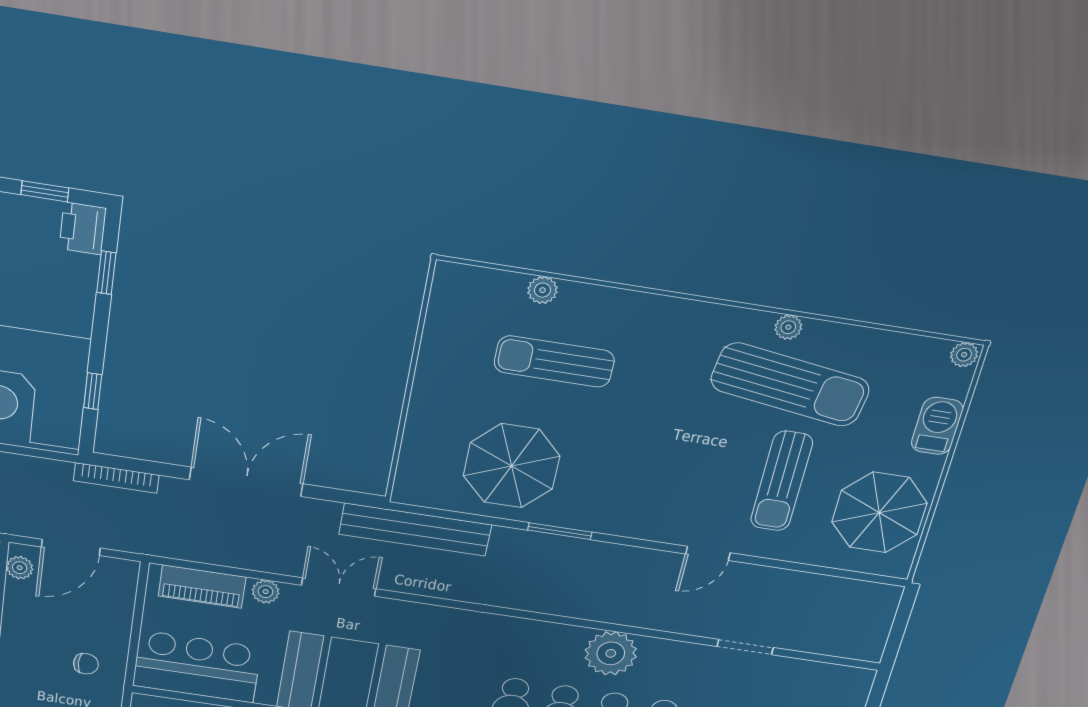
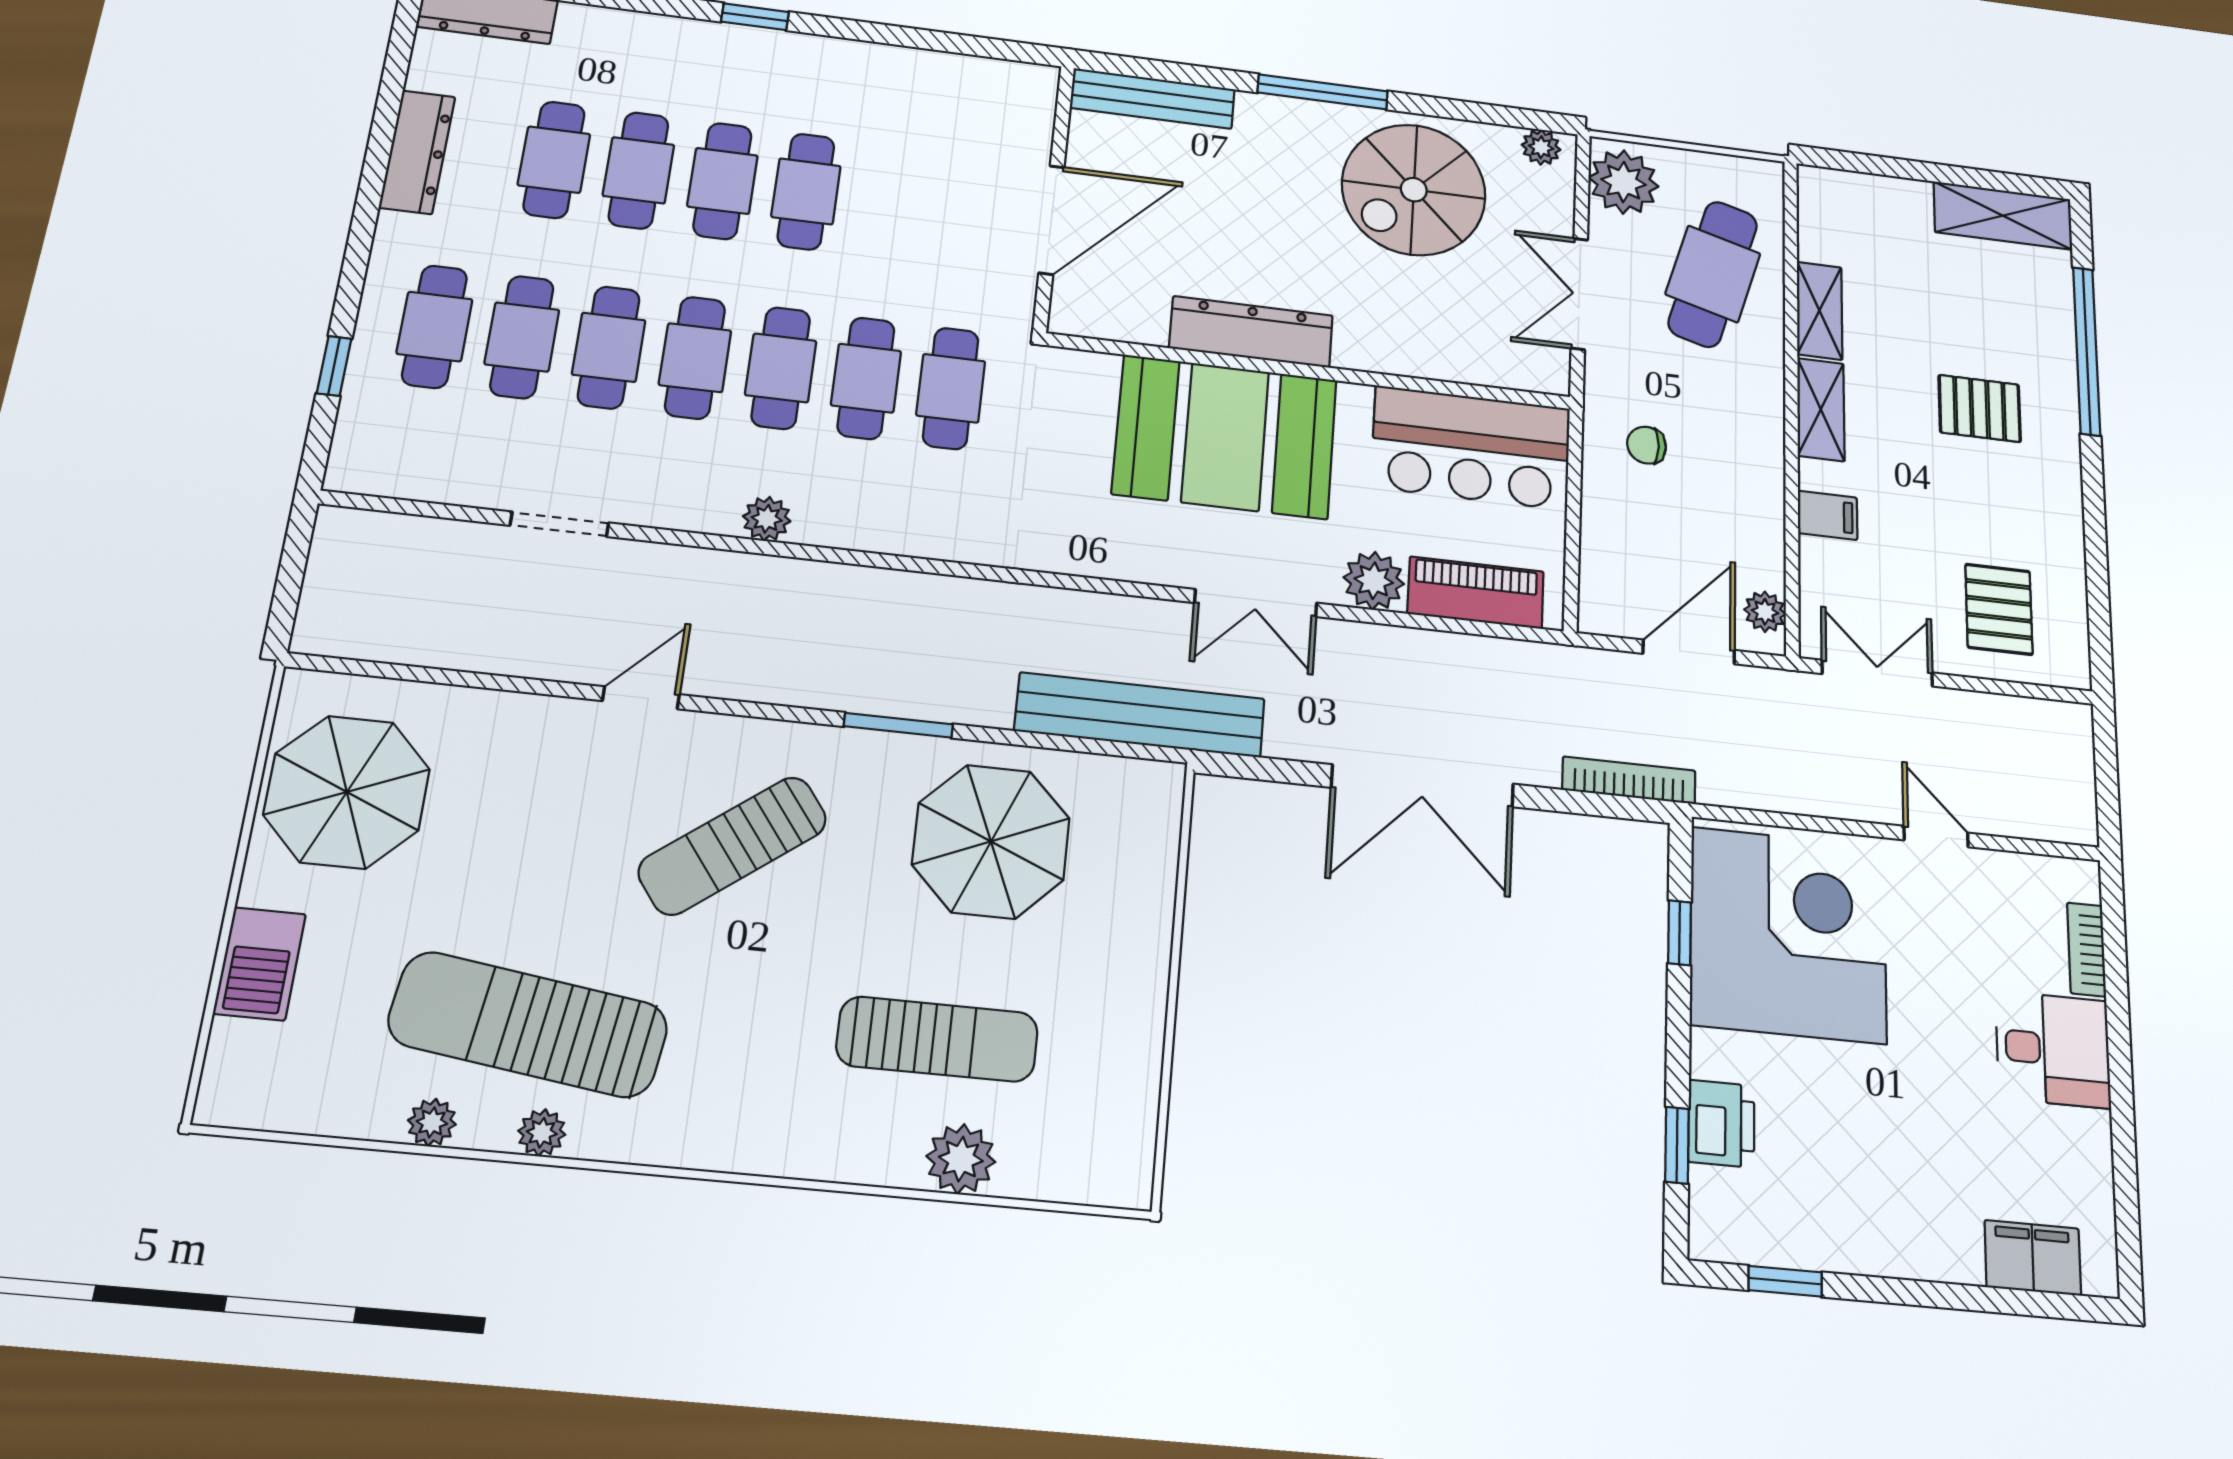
printer: (83, 228) -> (1721, 1124), moved
plant: (543, 290) -> (961, 1159), width x1.38, depth x1.38
plant: (964, 355) -> (432, 1122), moved
sun lounger: (782, 481) -> (733, 846), moved, turned -127
plant: (266, 592) -> (1374, 581), width x1.38, depth x1.38
plant: (611, 653) -> (767, 519), width x0.53, depth x0.53

